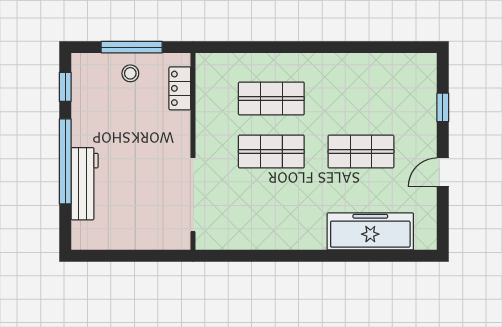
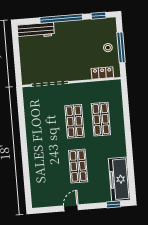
window: (443, 107) -> (114, 204), moved
door: (443, 172) -> (71, 208), hinge flipped
workbench: (85, 184) -> (36, 30), moved
freezer: (370, 231) -> (119, 179), moved, turned 180

